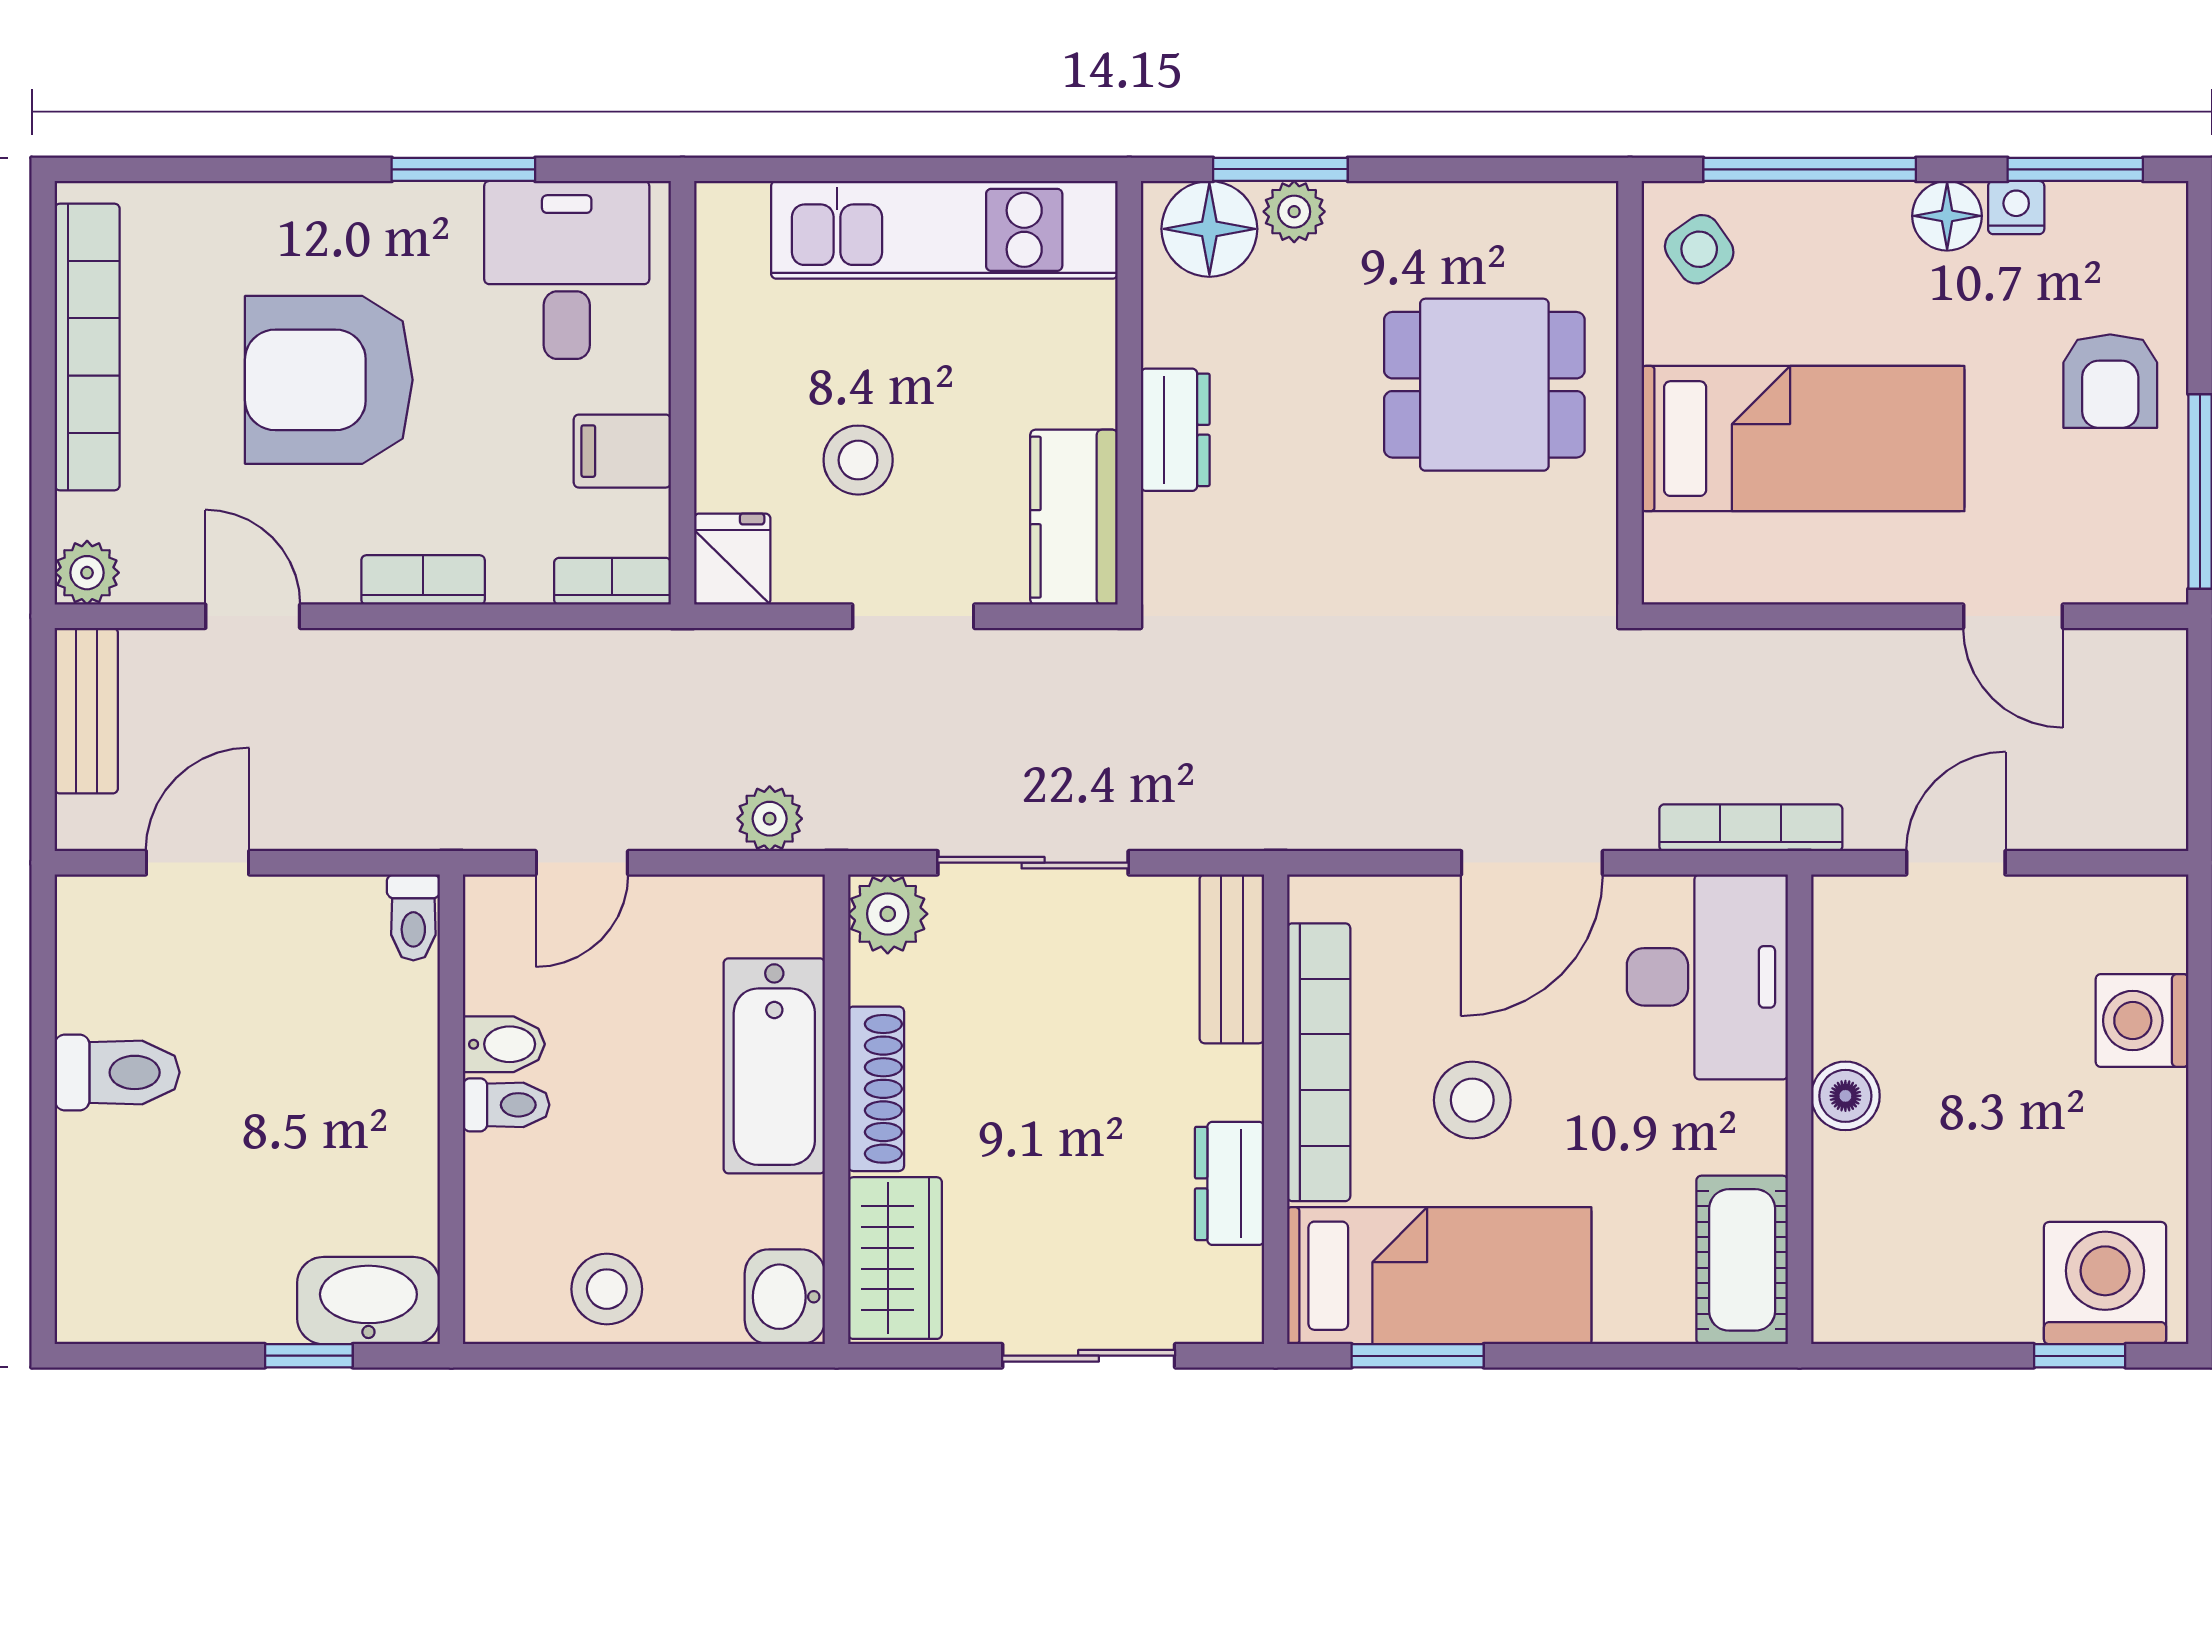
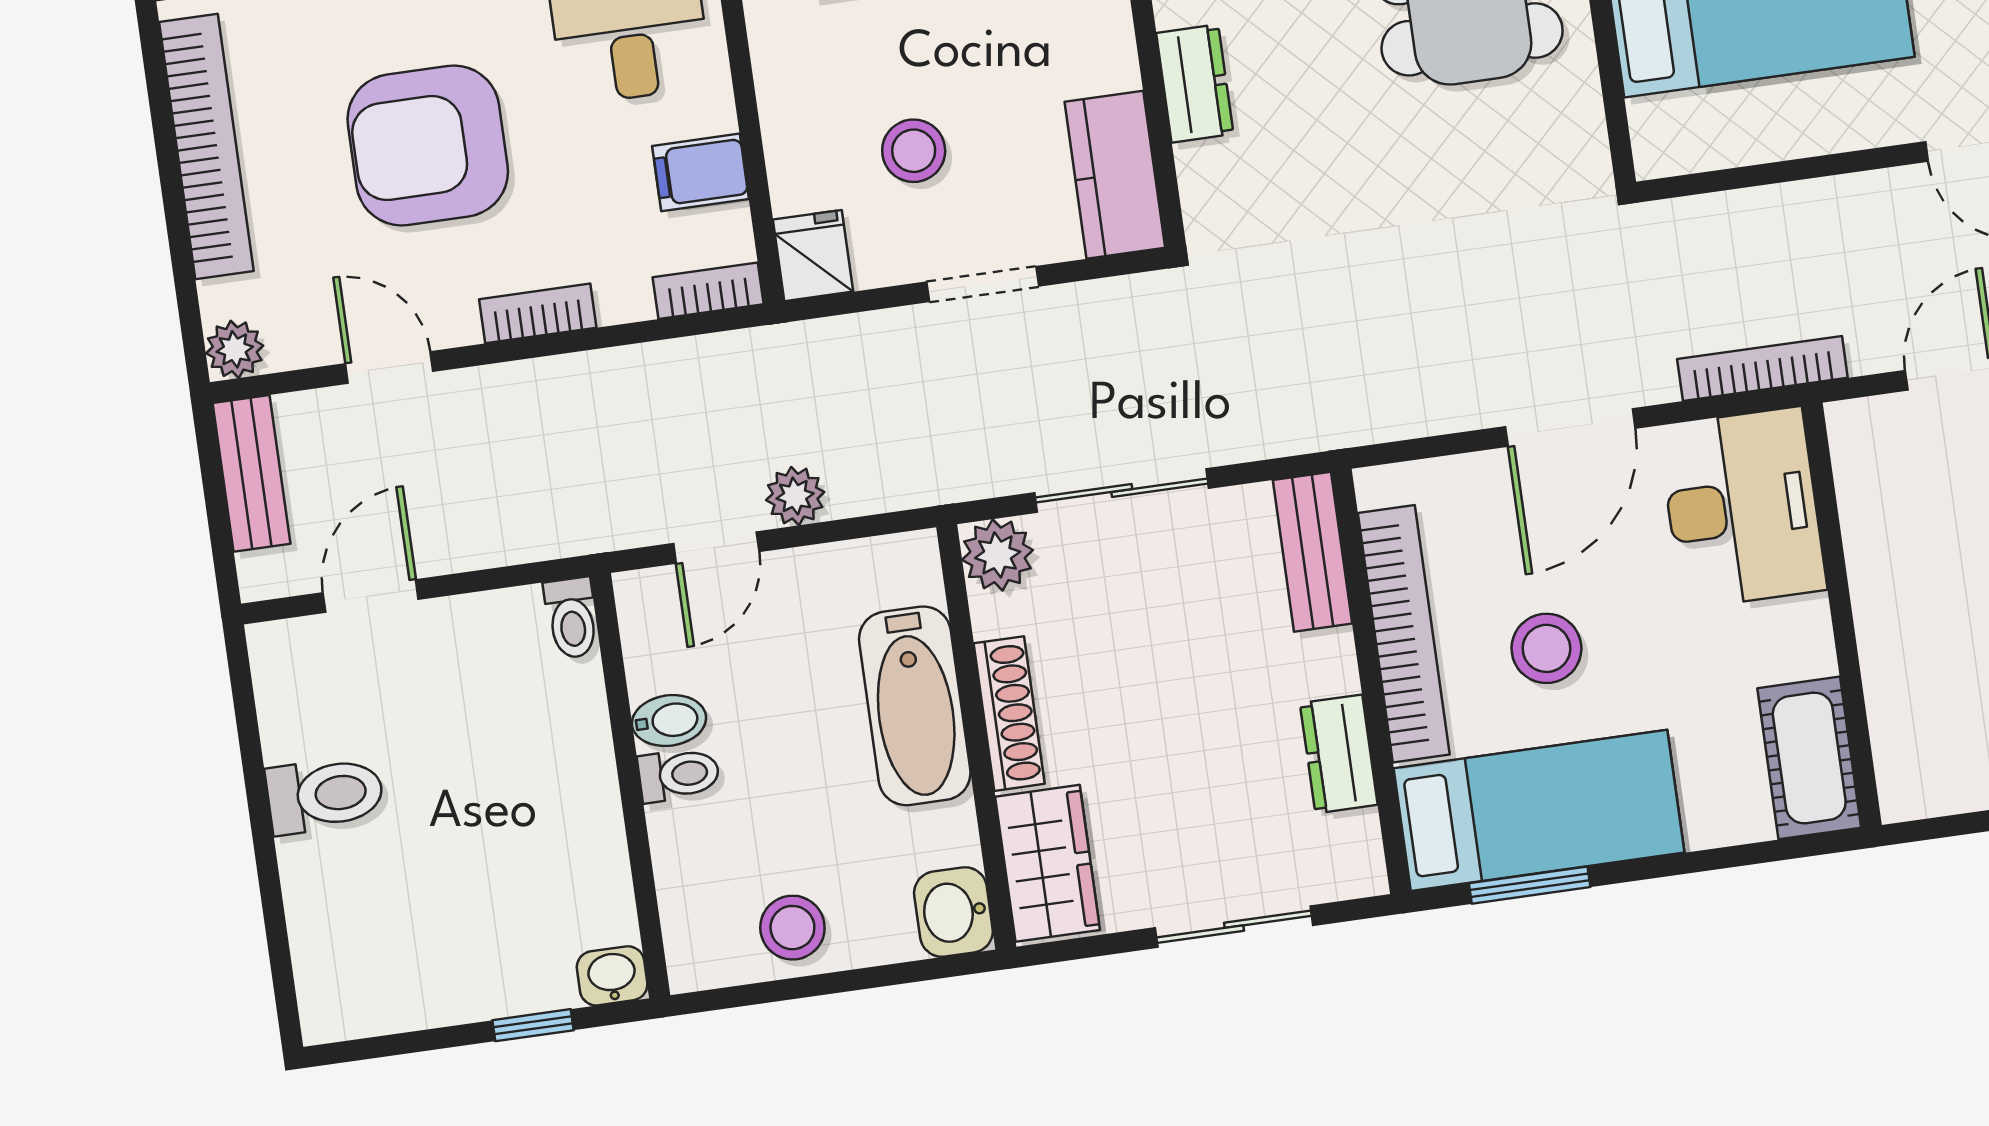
plant: (770, 819) -> (795, 496), moved
boiler: (1845, 1096) -> (1881, 597), removed
washbasin: (368, 1301) -> (612, 976), width x0.52, depth x0.69

